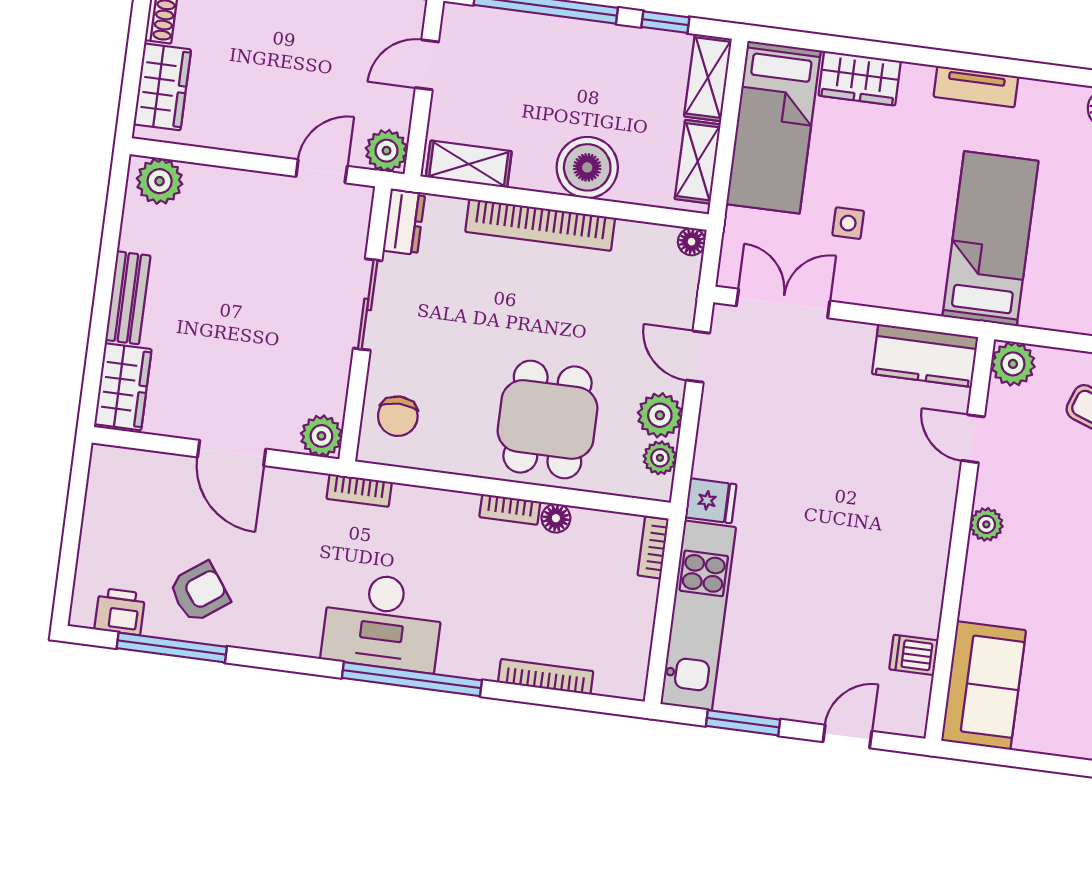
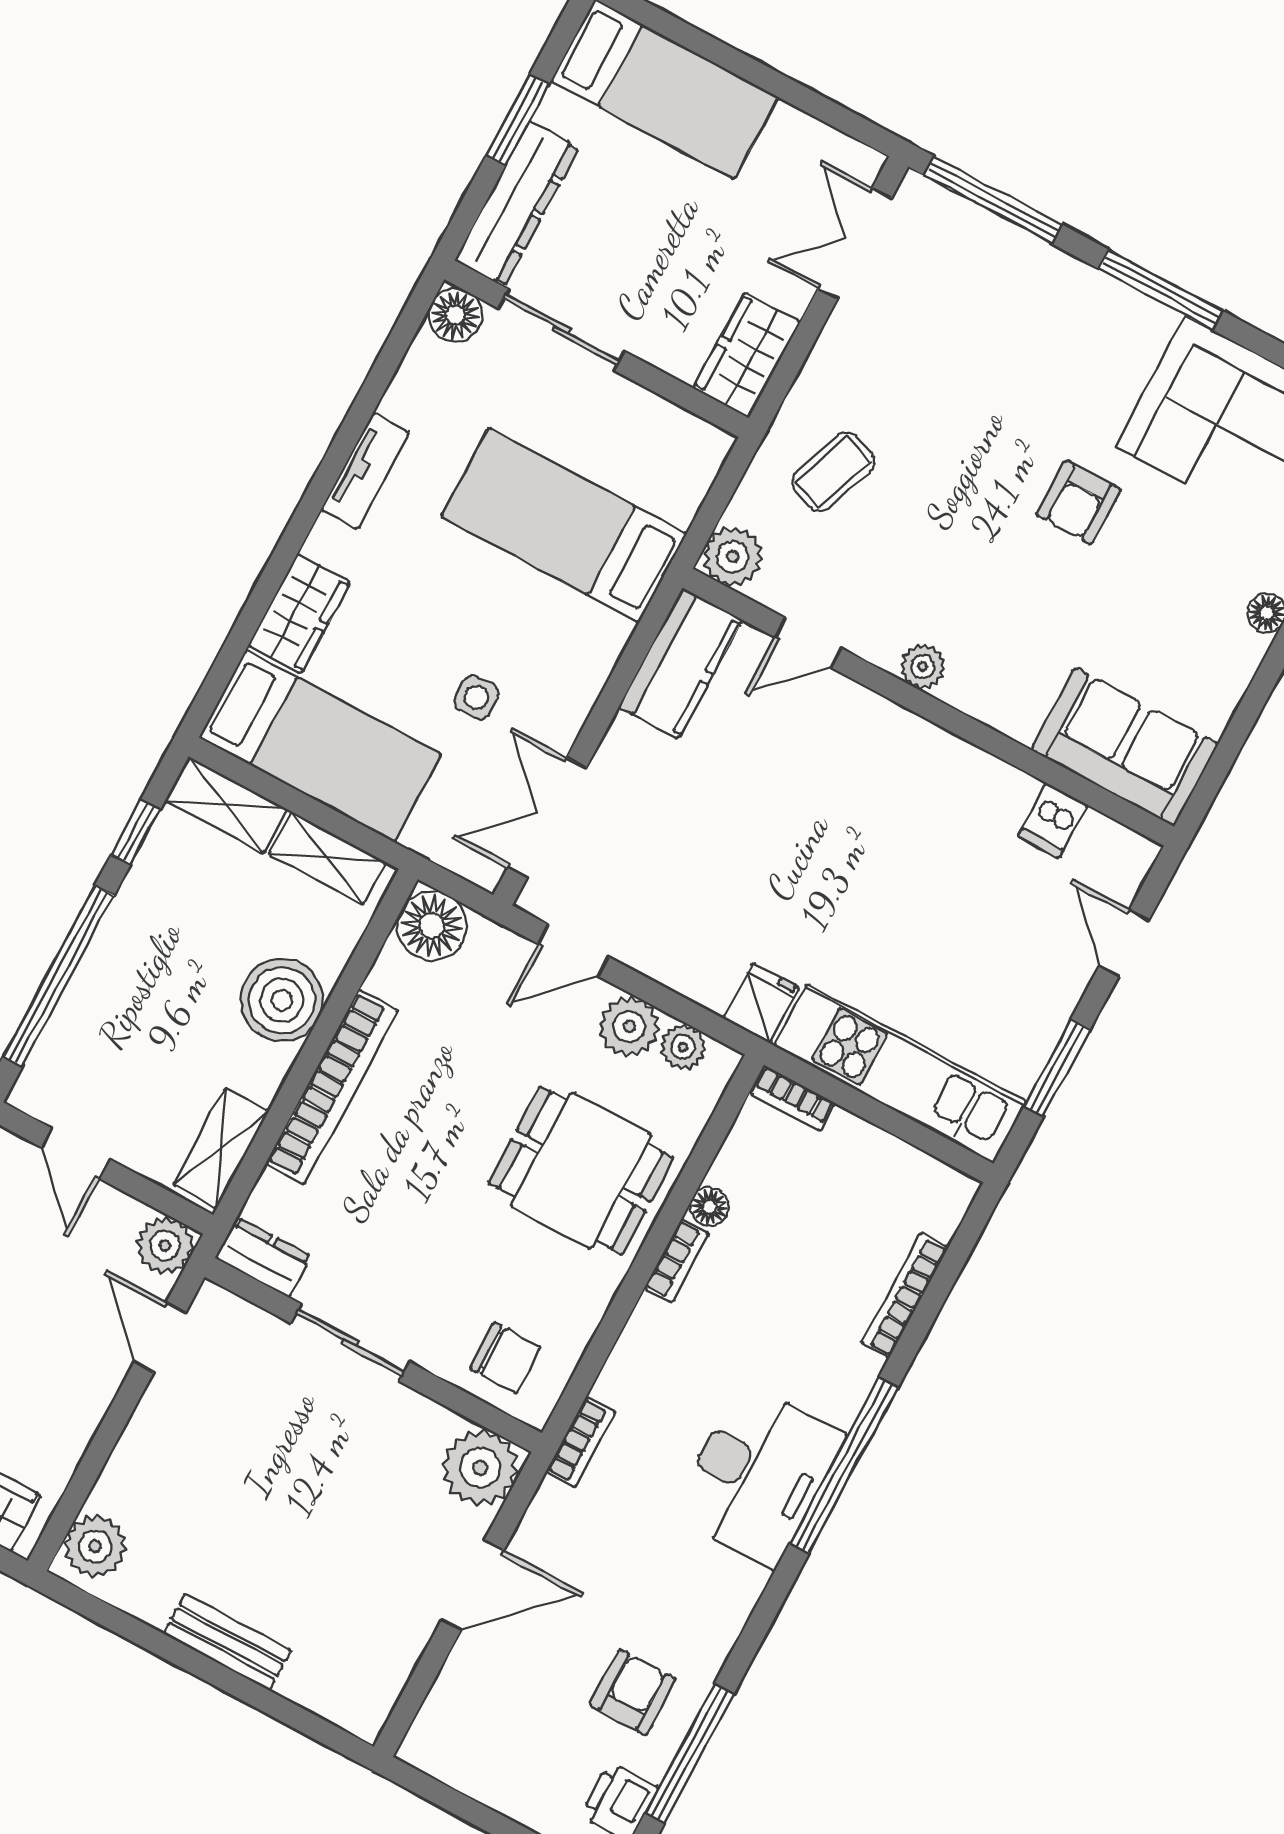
floor lamp: (692, 242) -> (432, 926), width x1.89, depth x1.89
wardrobe: (123, 387) -> (337, 1691), removed
plant: (321, 436) -> (480, 1468), width x1.36, depth x1.36
armchair: (199, 592) -> (633, 1692), turned 36

